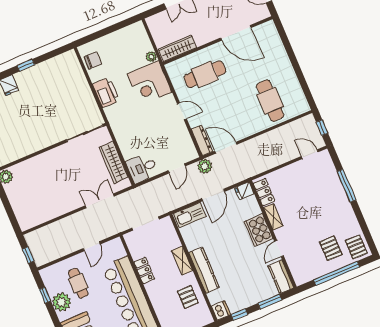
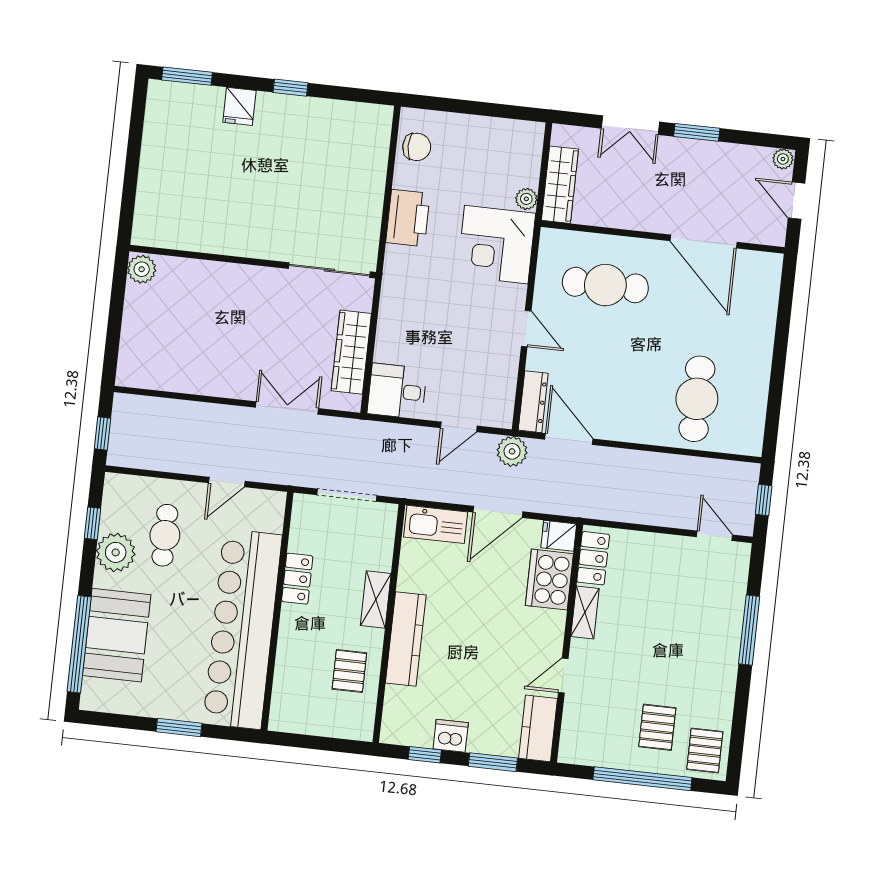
wardrobe: (177, 48) -> (560, 185), moved, turned 90
cooker: (258, 230) -> (549, 580), moved
dishwasher: (221, 310) -> (451, 736), moved, turned -90

